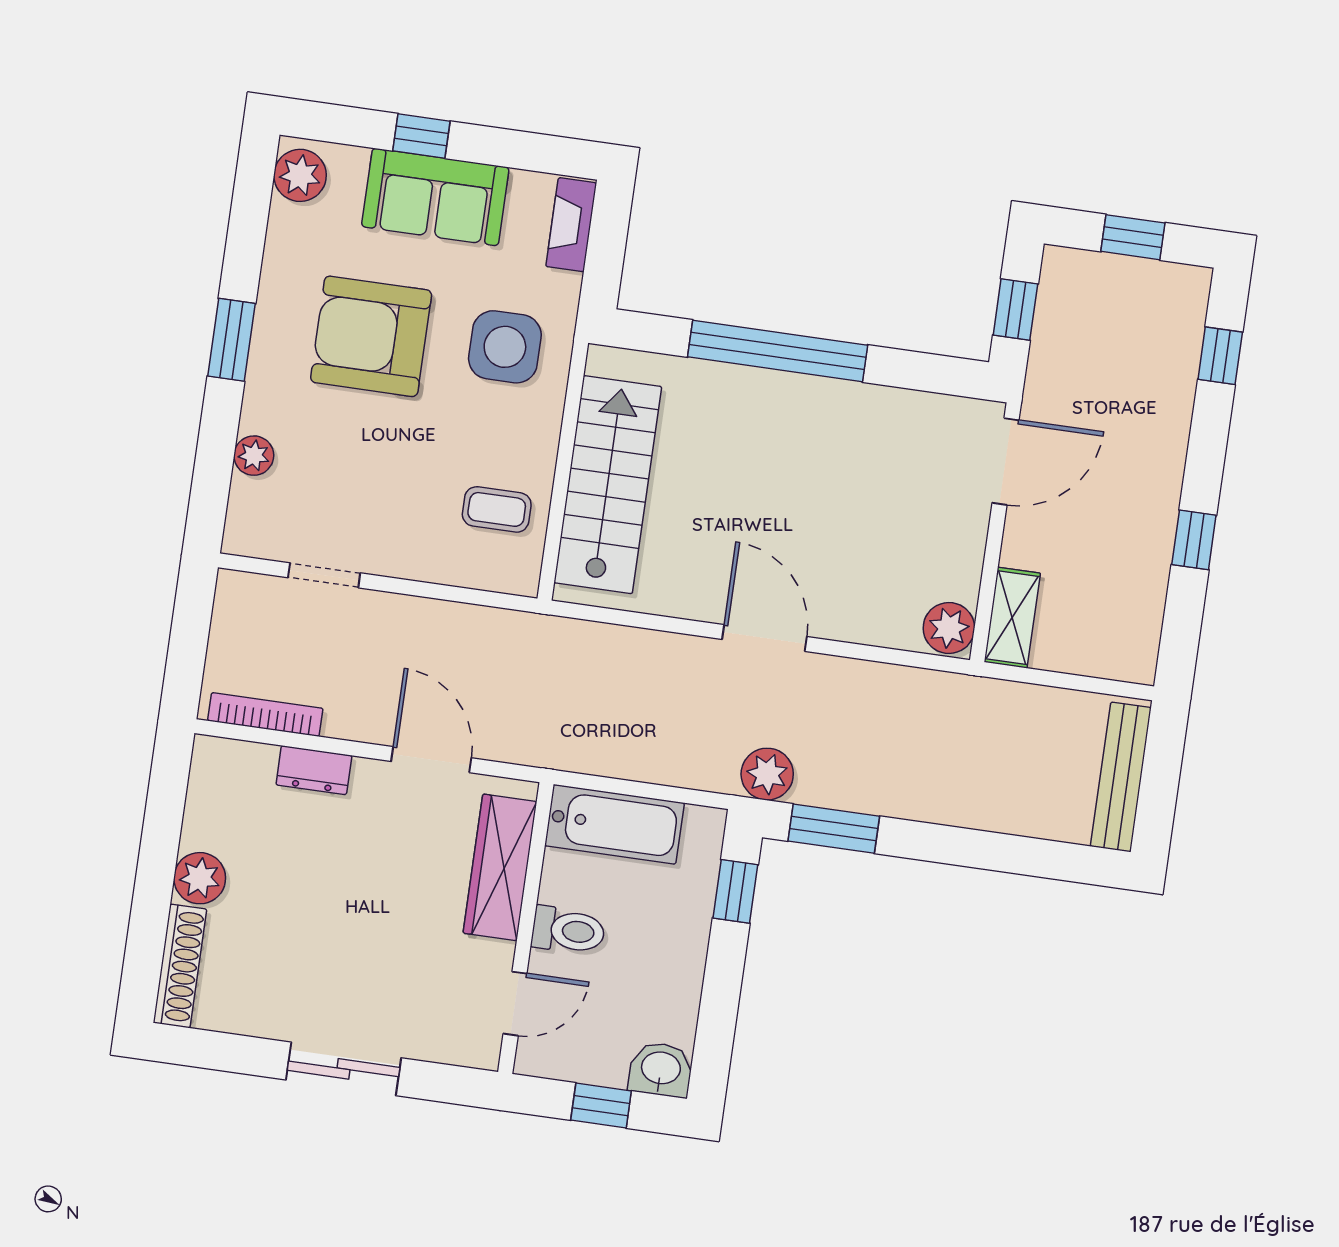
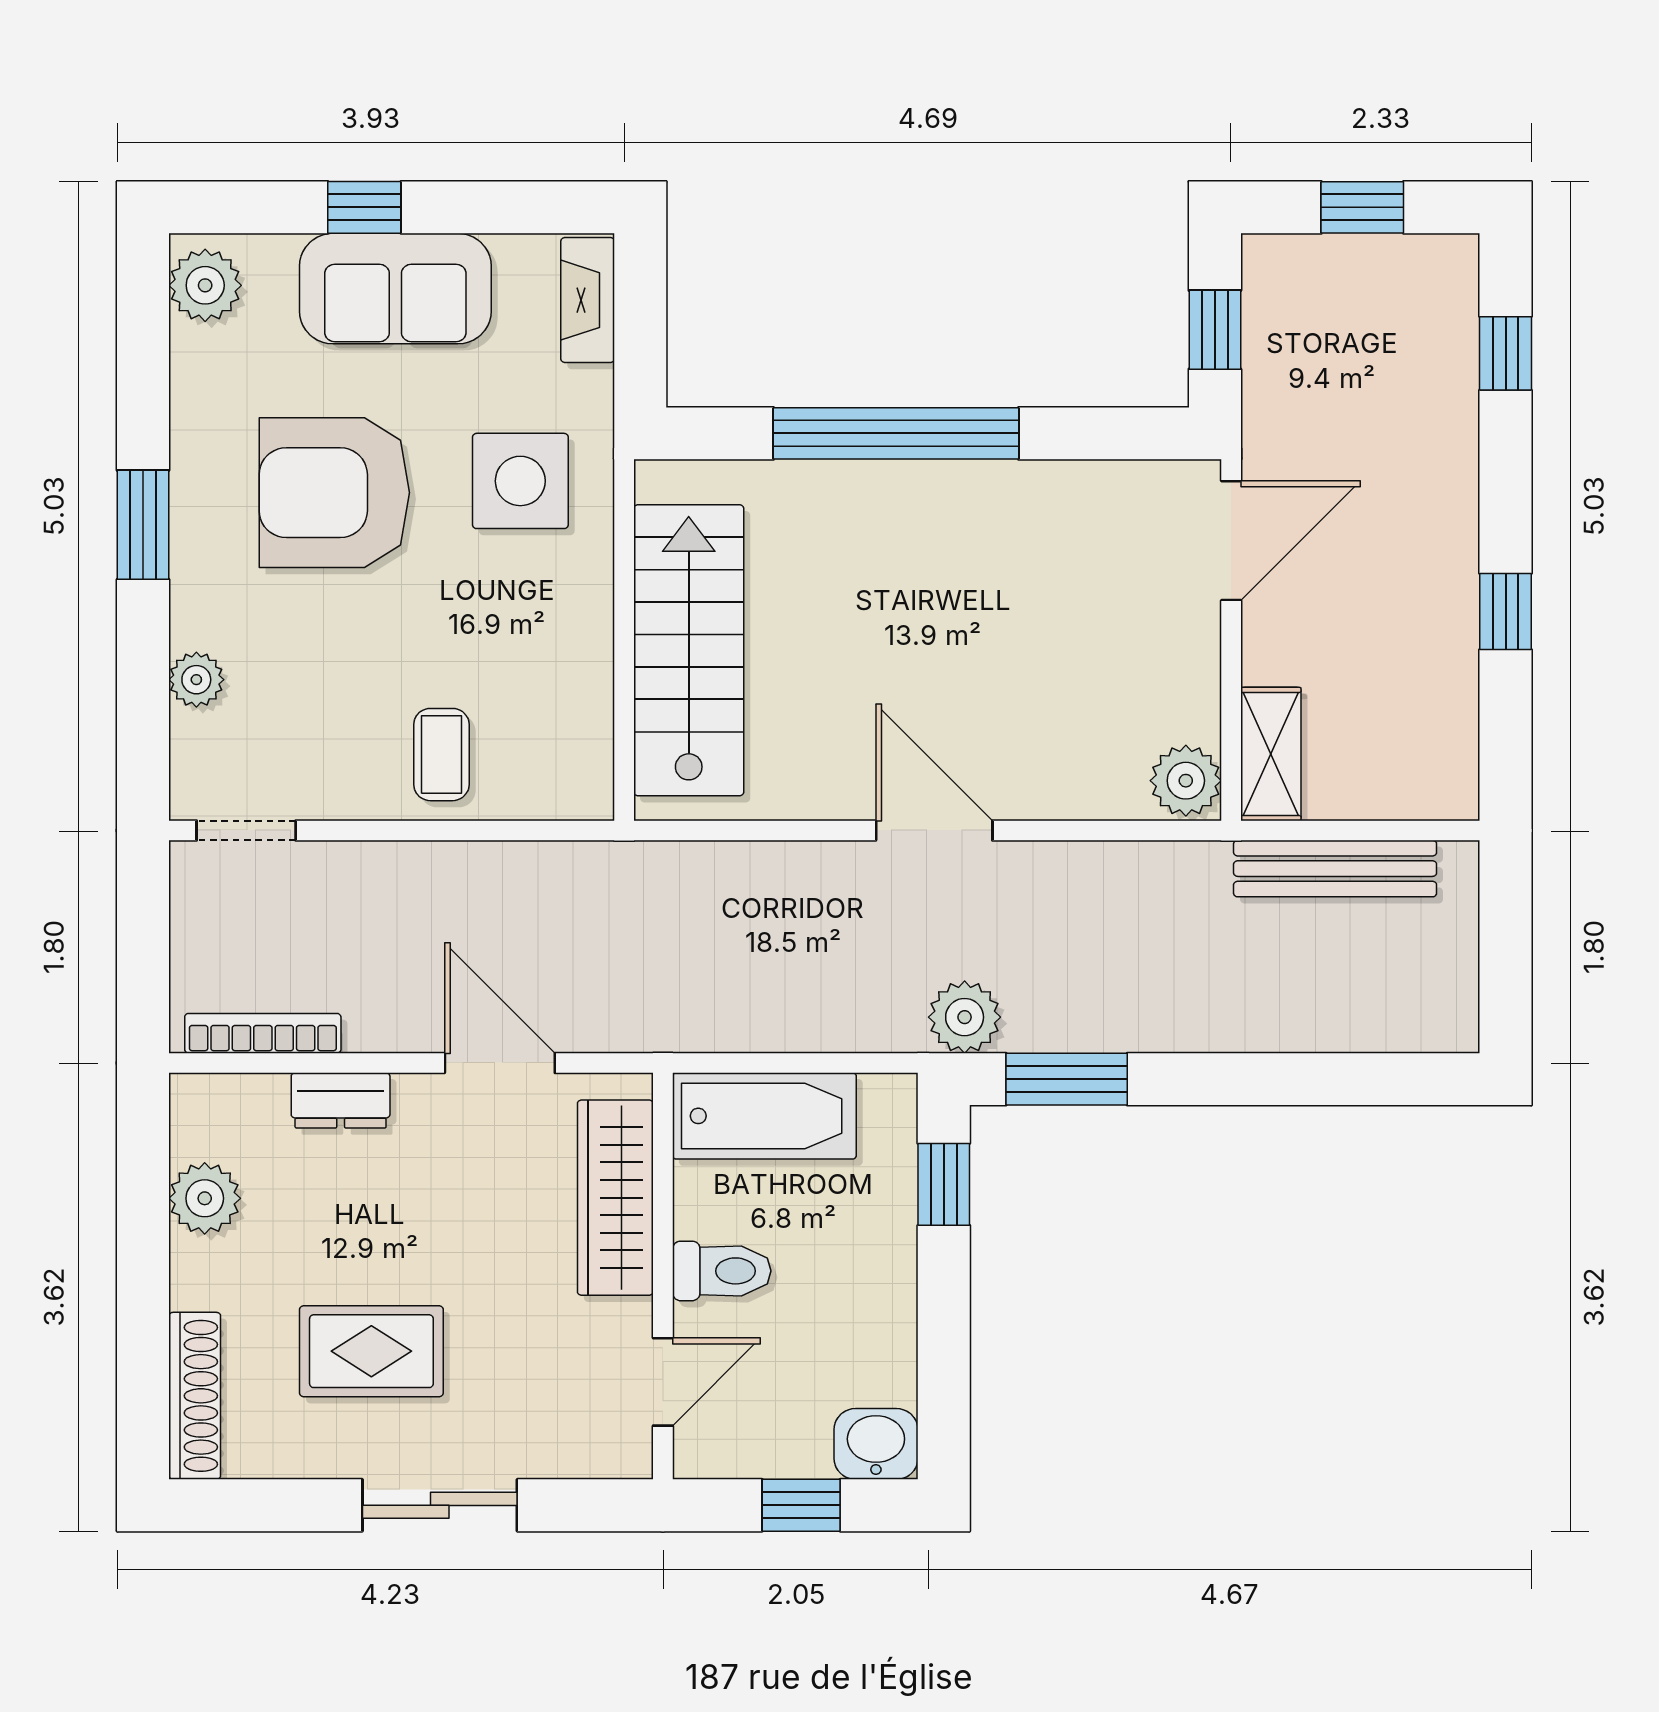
coffee table: (497, 509) -> (441, 755), moved, turned 90
doorway: (324, 575) -> (246, 830), moved
bench: (1121, 777) -> (1335, 869), moved, turned 90
plant: (200, 878) -> (205, 1198), moved
rug: (310, 952) -> (371, 1351), added

